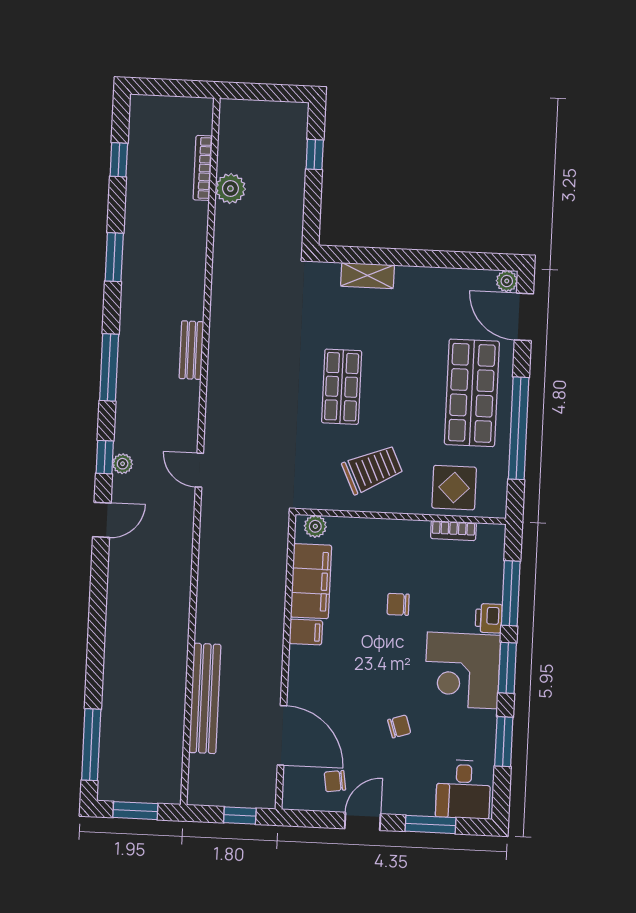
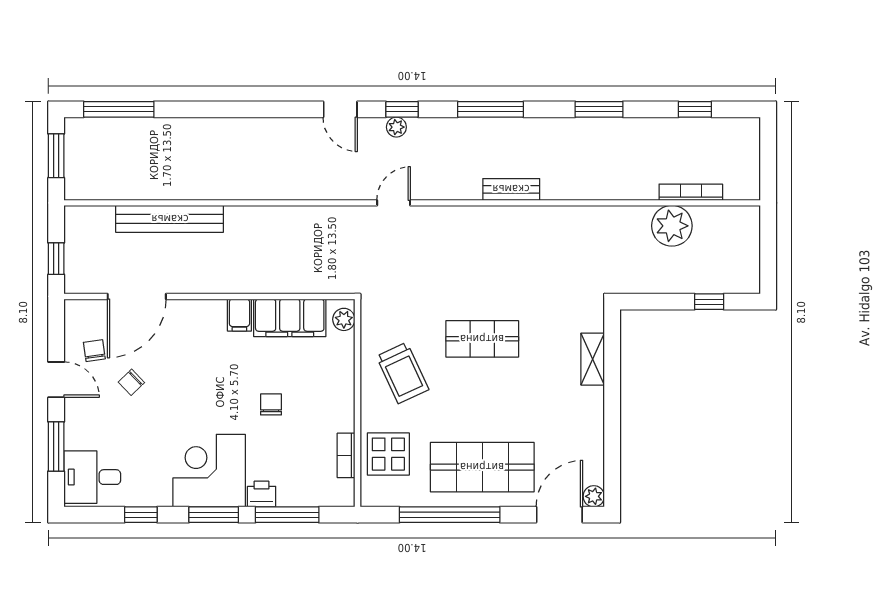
plant: (230, 189) -> (672, 226), width x1.36, depth x1.36
chair: (399, 726) -> (131, 382), moved, turned 64
window: (504, 742) -> (141, 515), width x0.67

